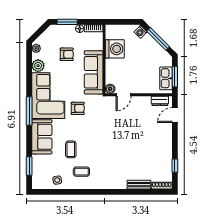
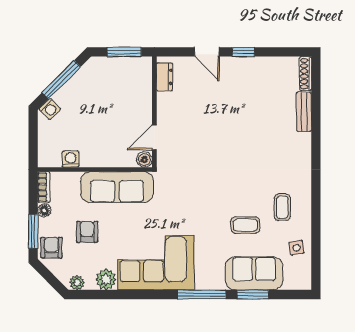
washing machine: (115, 49) -> (71, 159), width x0.53, depth x0.53
kitchen sink: (166, 78) -> (127, 67), removed
door: (124, 95) -> (154, 137), swing flipped
armchair: (78, 108) -> (51, 248), moved
window: (29, 111) -> (202, 294), moved
door: (175, 115) -> (207, 52), moved
sofa: (42, 137) -> (254, 273), moved
window: (29, 166) -> (253, 294), moved
window: (175, 166) -> (243, 52), moved

